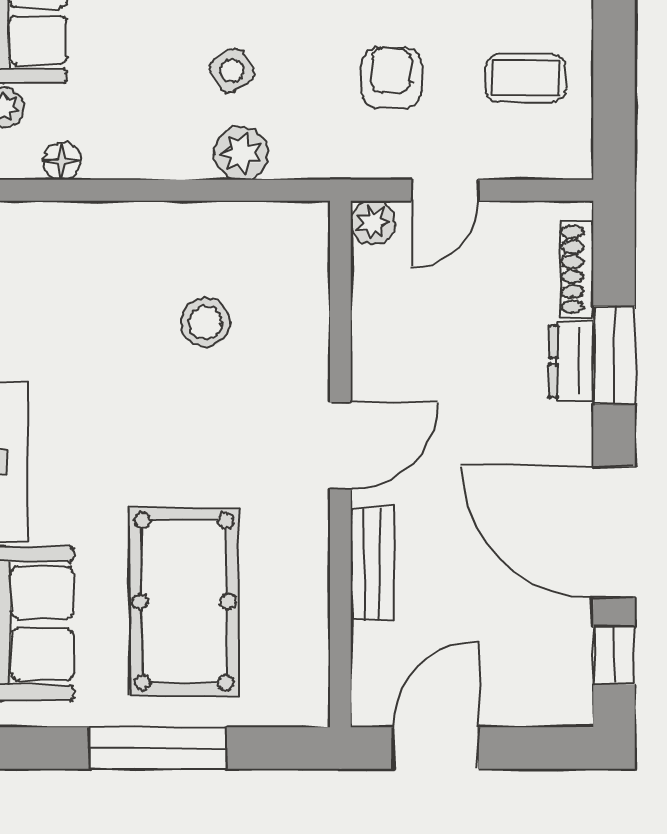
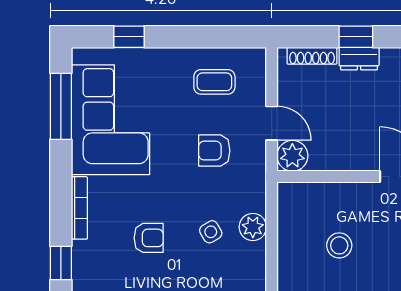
coffee table: (526, 78) -> (214, 82), turned 90
plant: (373, 223) -> (292, 156), width x1.38, depth x1.38
window: (614, 355) -> (356, 37), width x0.67

